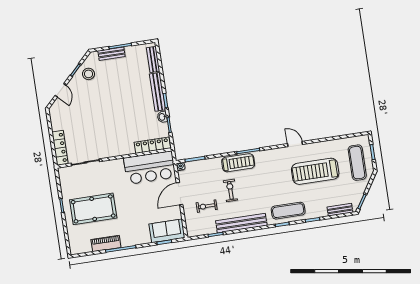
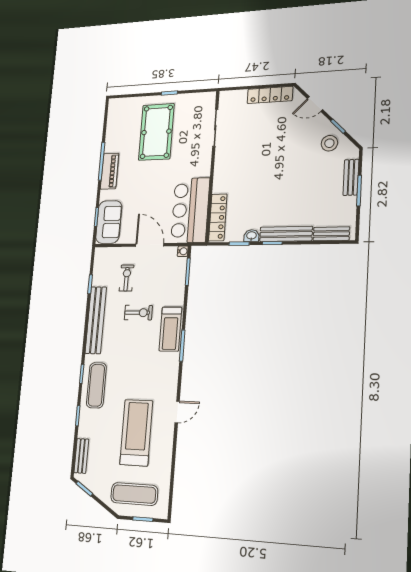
locker: (60, 148) -> (270, 95), moved
piano: (106, 243) -> (110, 171), moved

